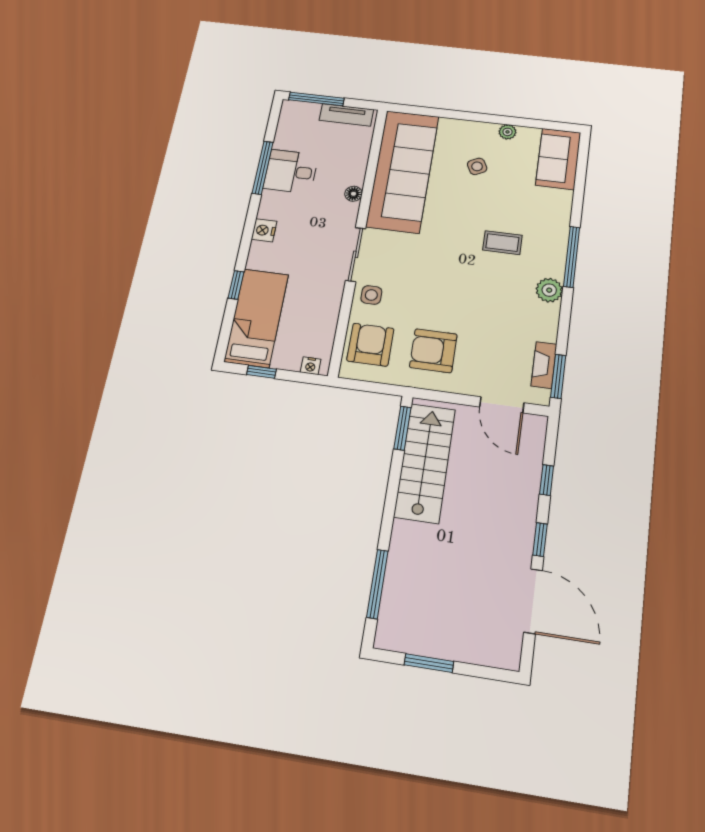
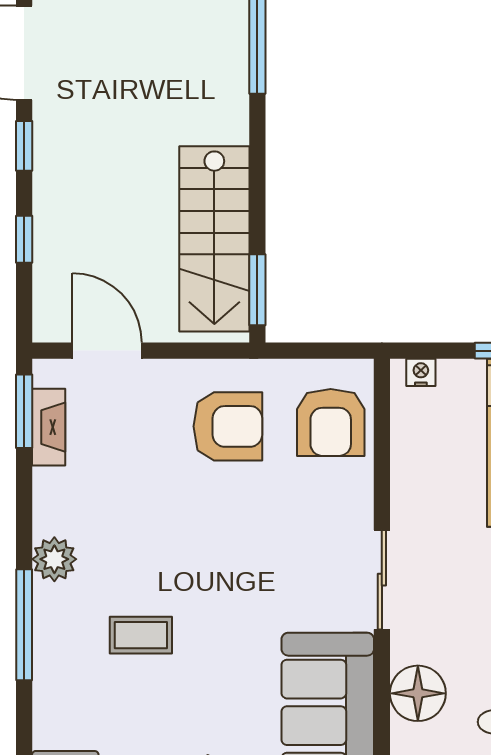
floor lamp: (353, 194) -> (418, 693), width x1.89, depth x1.89
side table: (371, 295) -> (343, 510), removed

